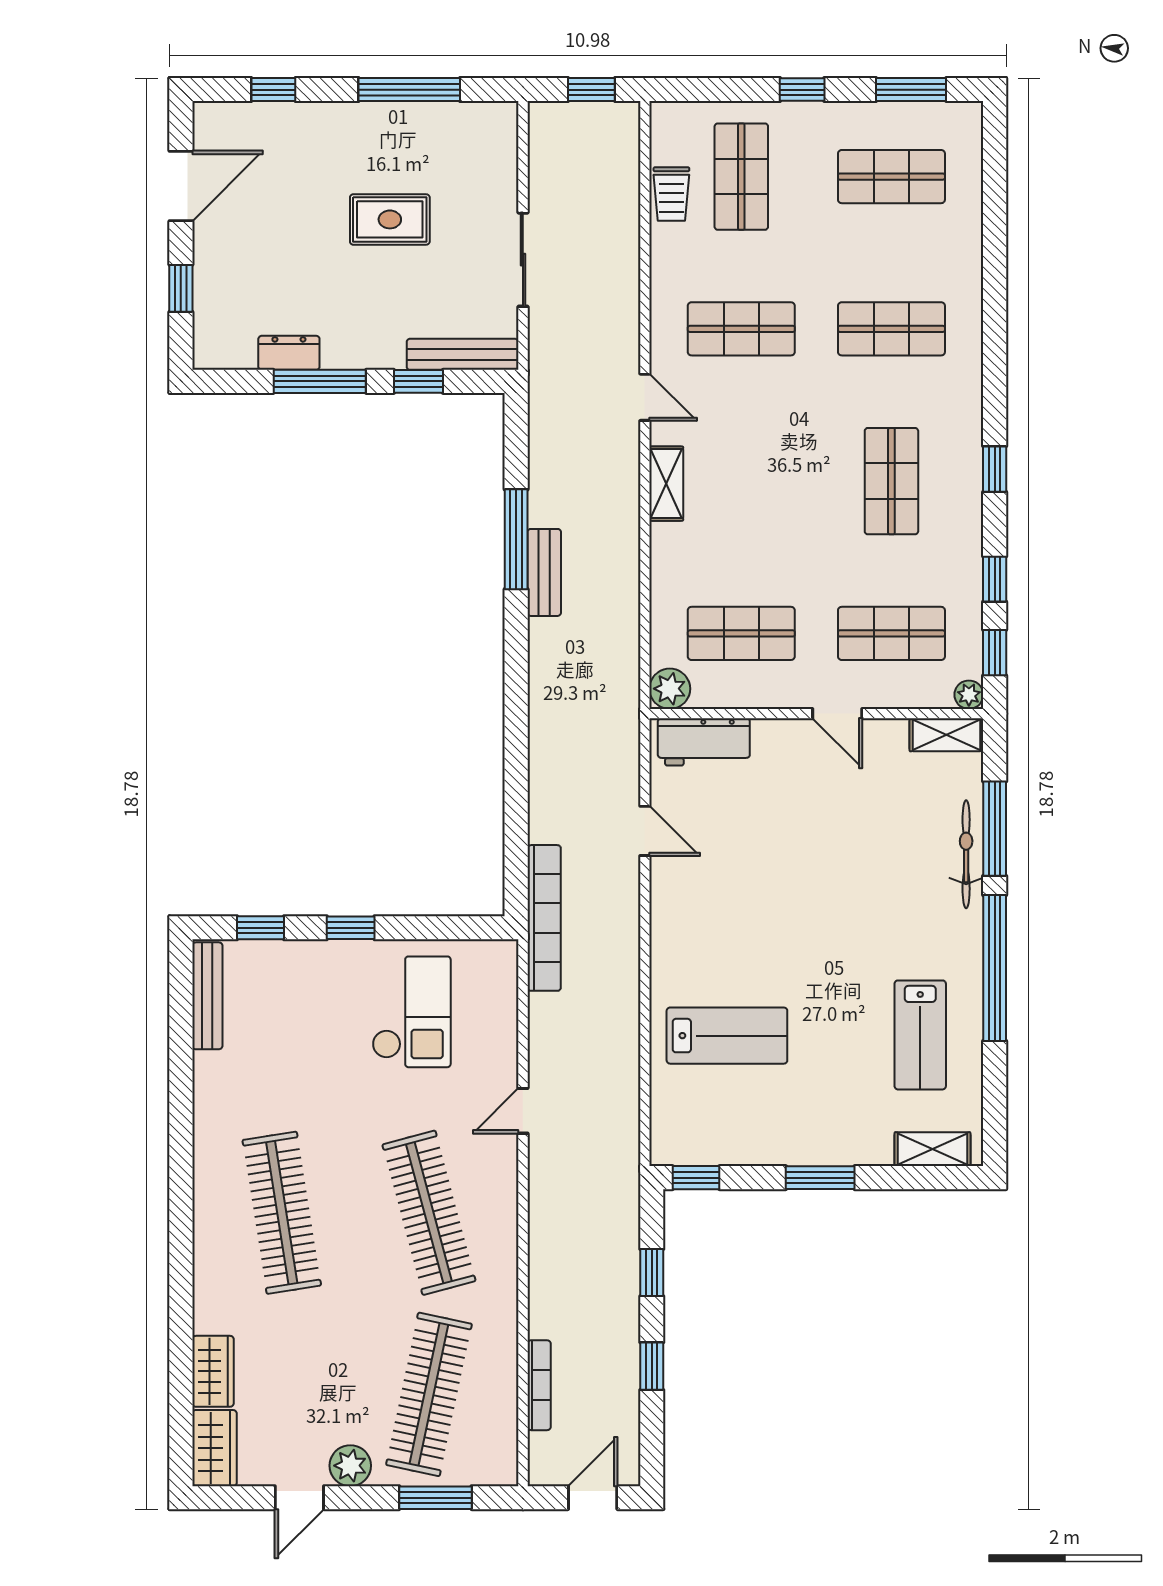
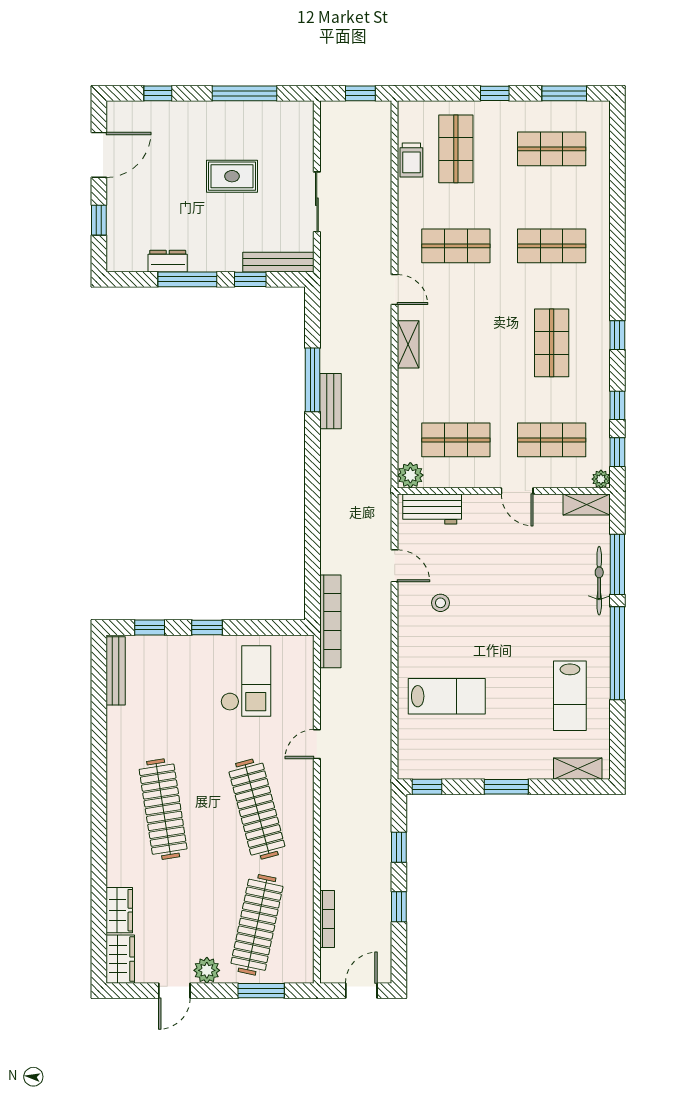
stool: (717, 889) -> (440, 603), added

